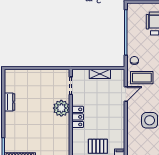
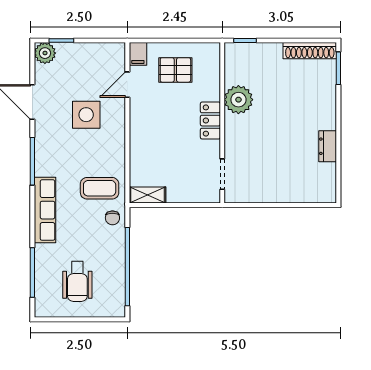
shelving: (100, 74) -> (148, 195), moved
door: (126, 94) -> (127, 85), moved
plant: (61, 108) -> (238, 100), moved

